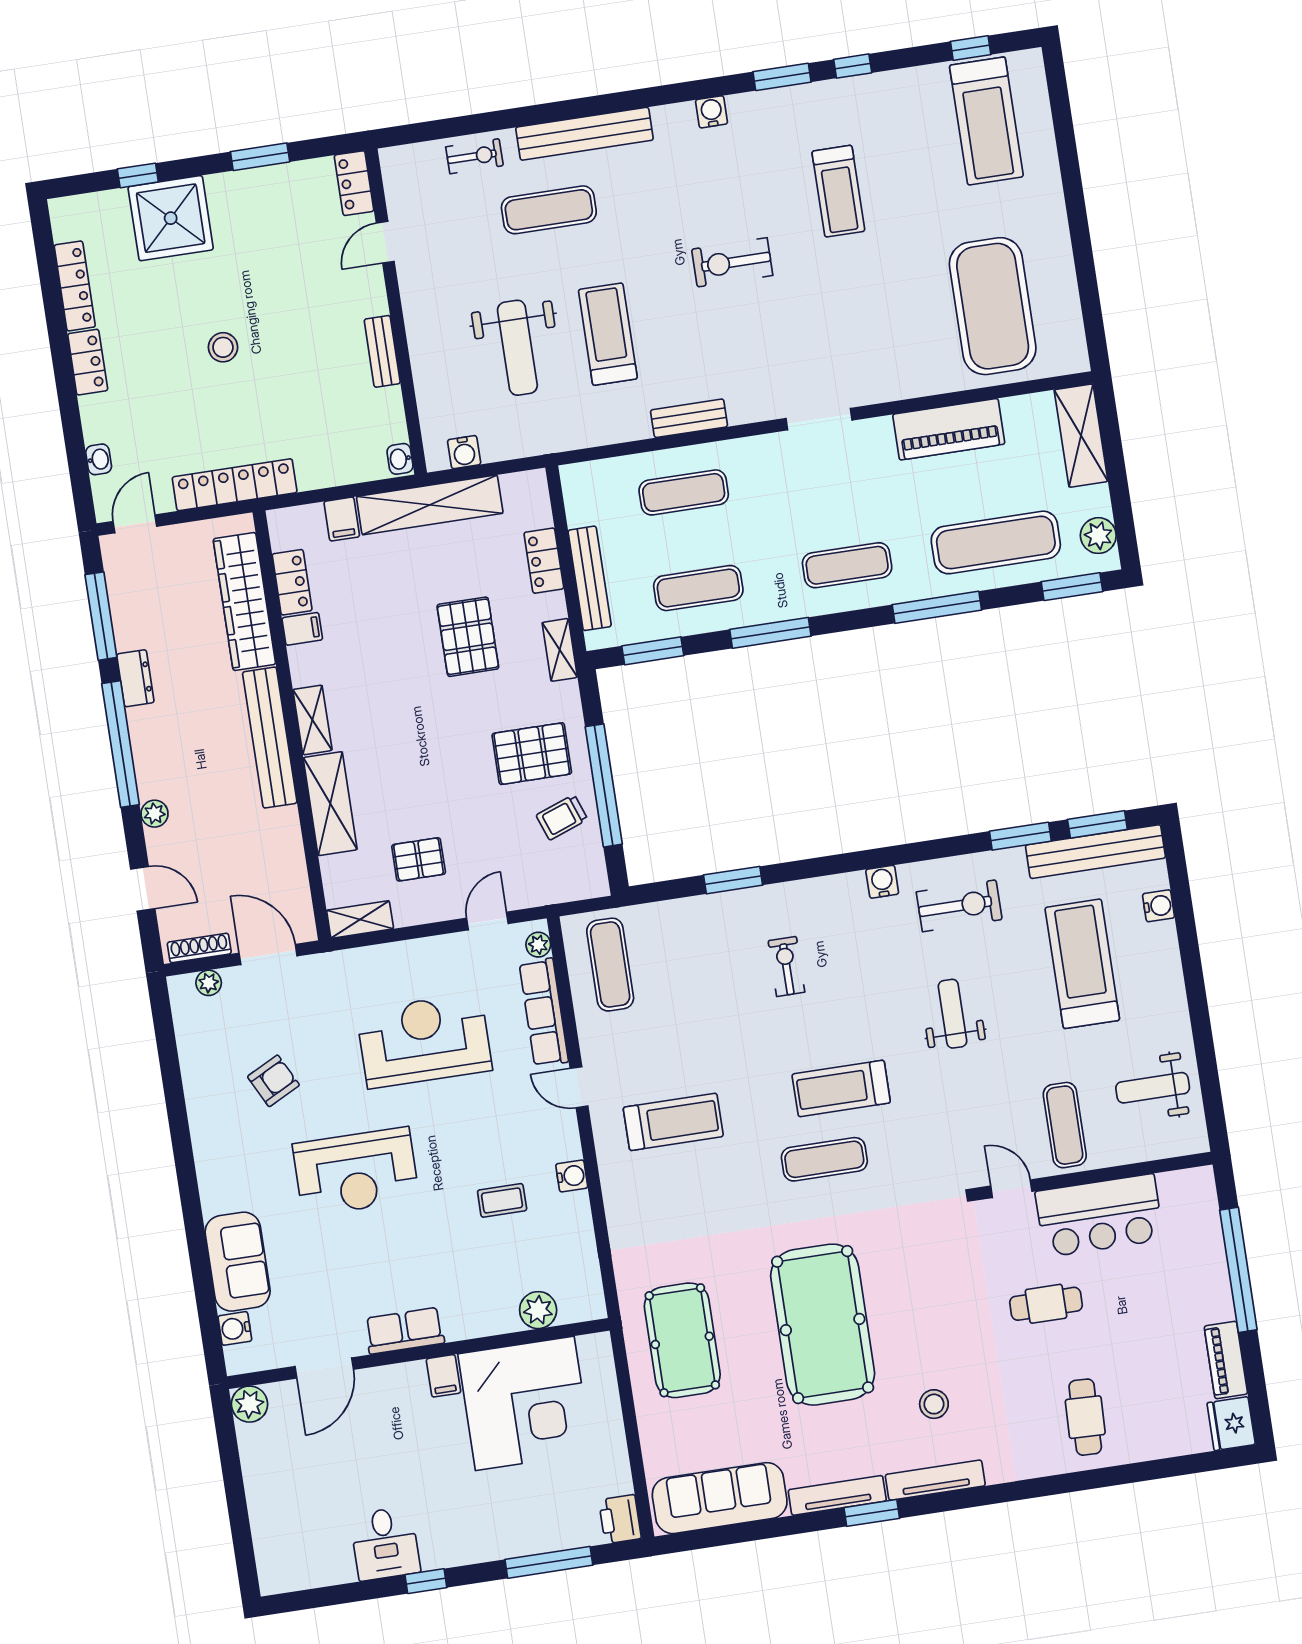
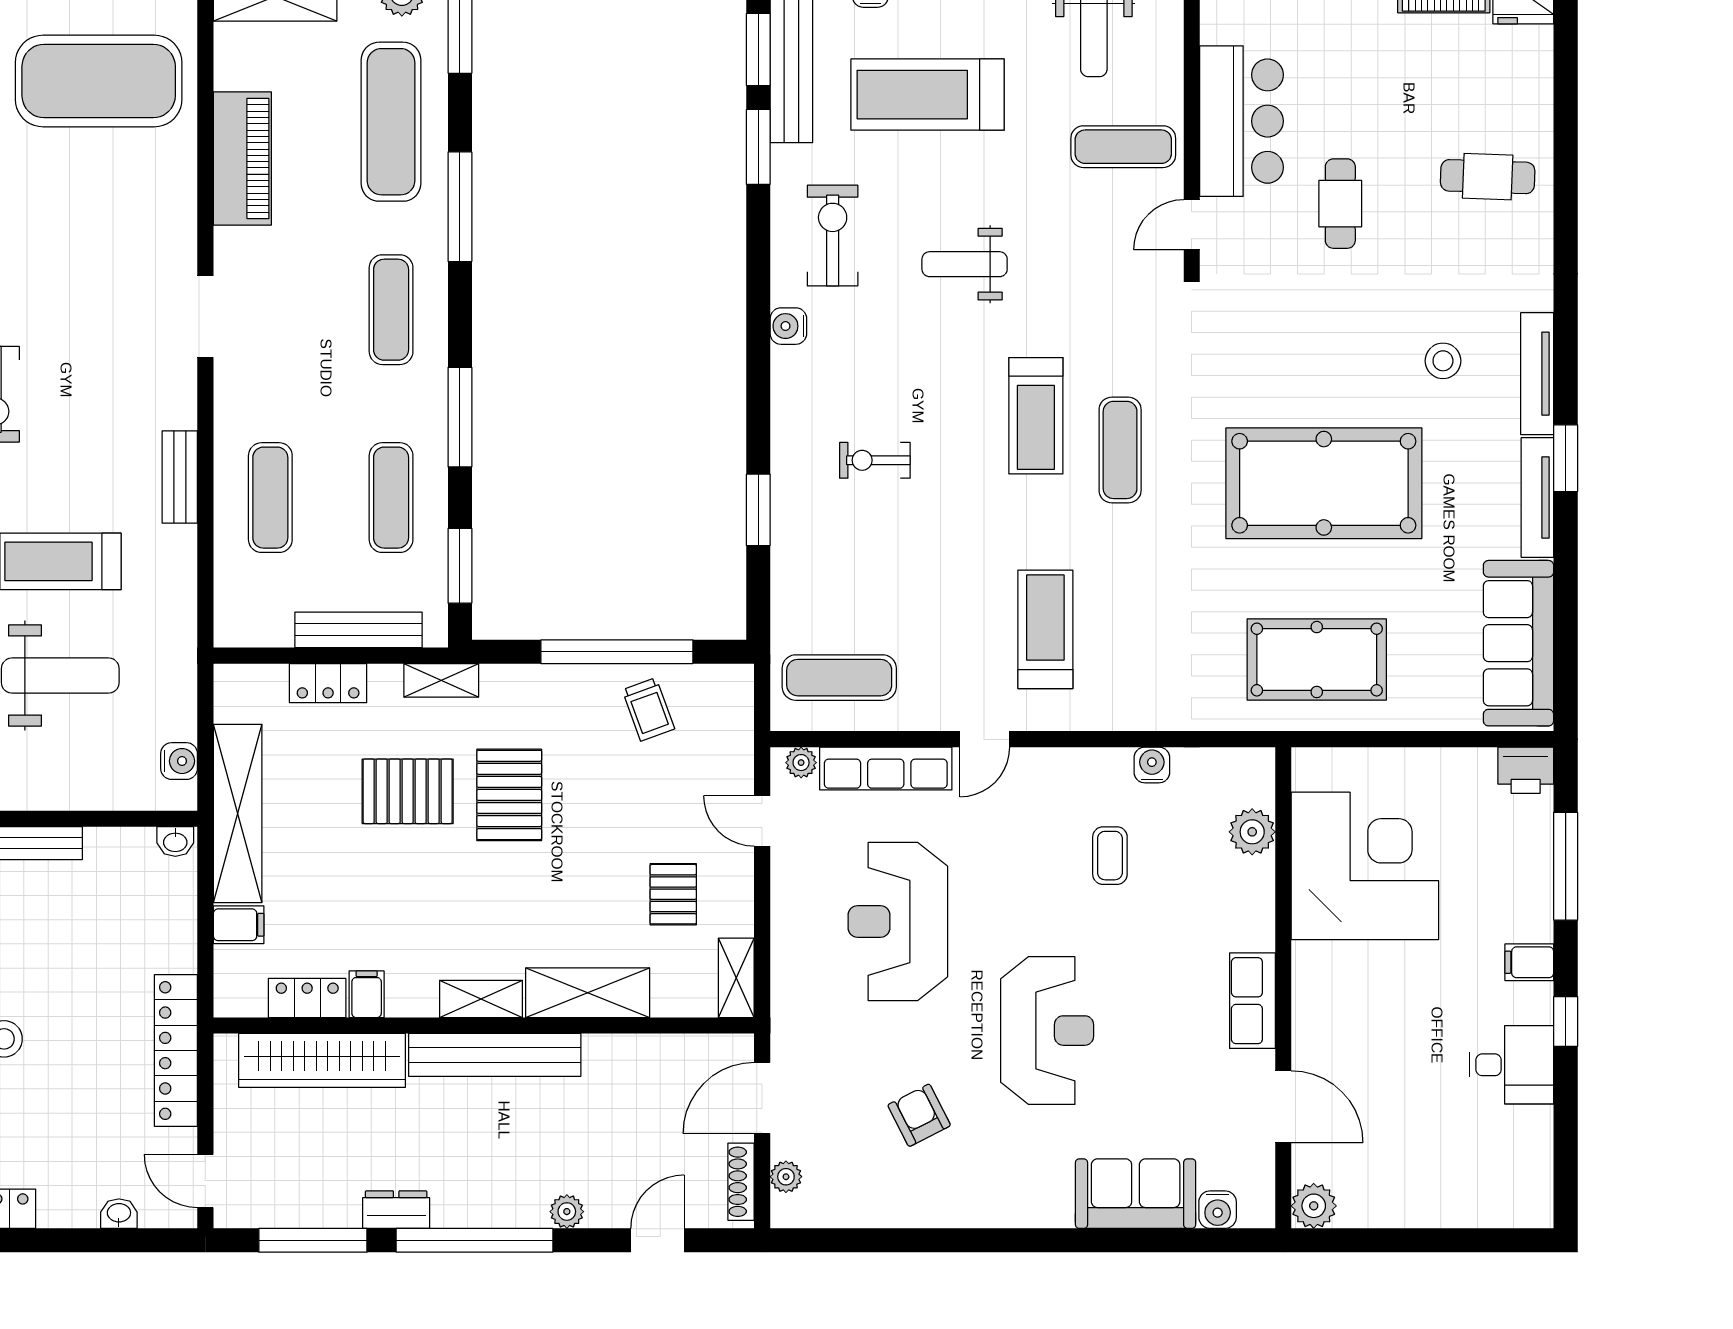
pallet: (532, 754) -> (509, 795), moved
water cooler: (572, 1176) -> (1152, 765), moved
filing cabinet: (443, 1376) -> (1529, 962), moved, turned 180

